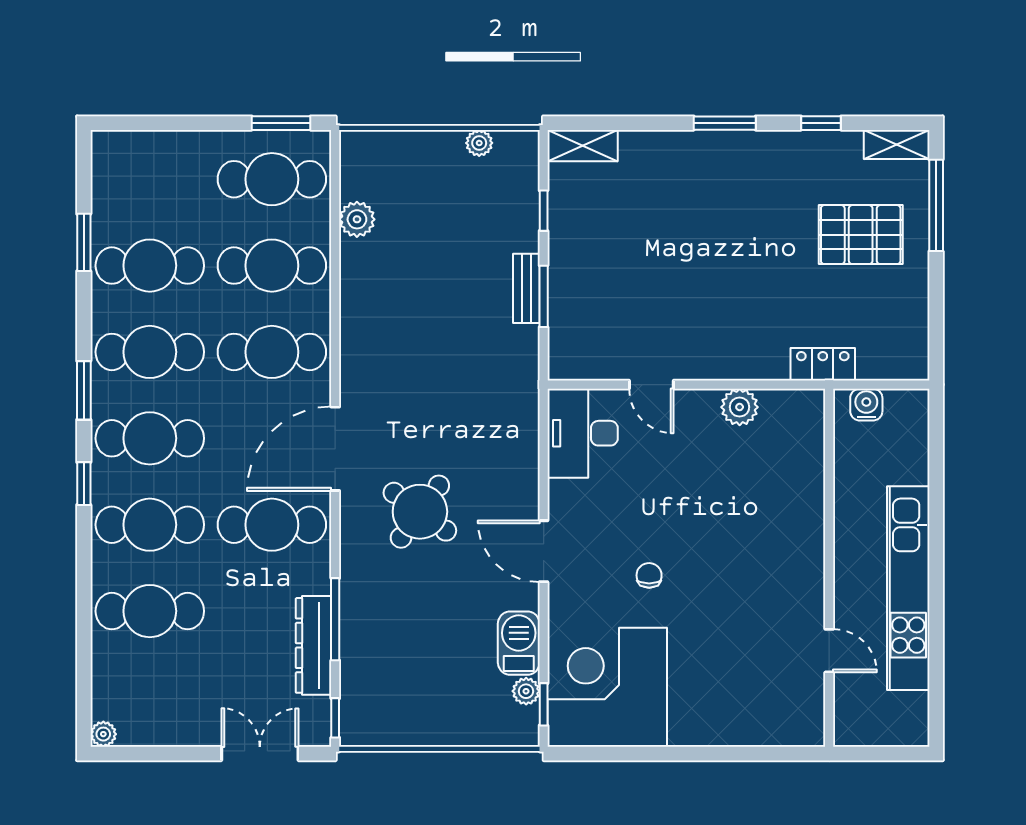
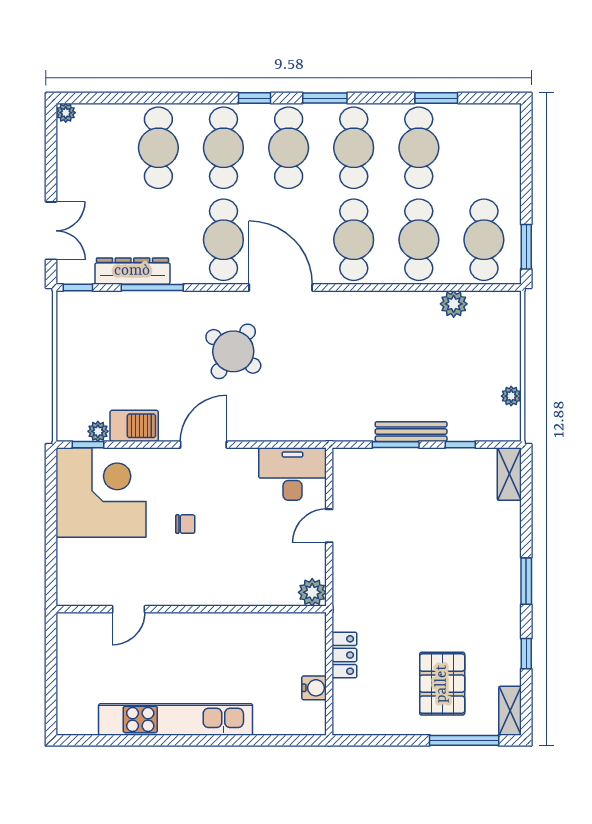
bench: (526, 288) -> (411, 432), width x1.36
wall: (829, 568) -> (191, 609), moved
door: (829, 651) -> (129, 609), moved

